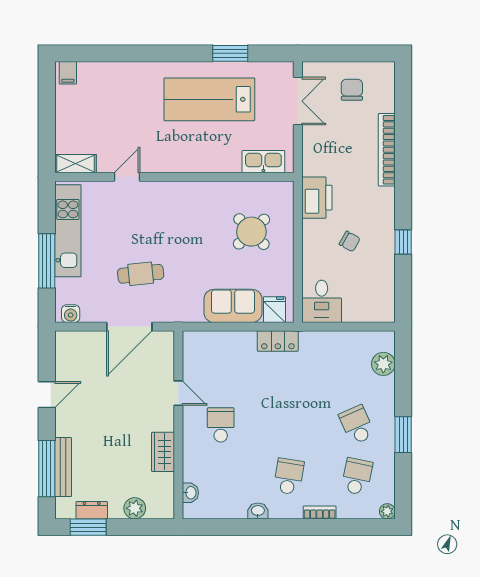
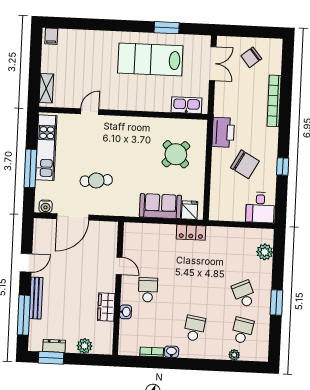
chair: (352, 90) -> (251, 57), turned -129
shelving: (76, 164) -> (46, 88), moved, turned 90
chair: (350, 241) -> (245, 164), width x1.87, depth x1.87
desk: (322, 301) -> (260, 207), moved
door: (129, 327) -> (73, 217), moved
bench: (63, 467) -> (36, 298), moved
washbasin: (190, 493) -> (126, 312), moved
plant: (387, 511) -> (234, 355), moved
bookcase: (320, 512) -> (152, 352), moved

